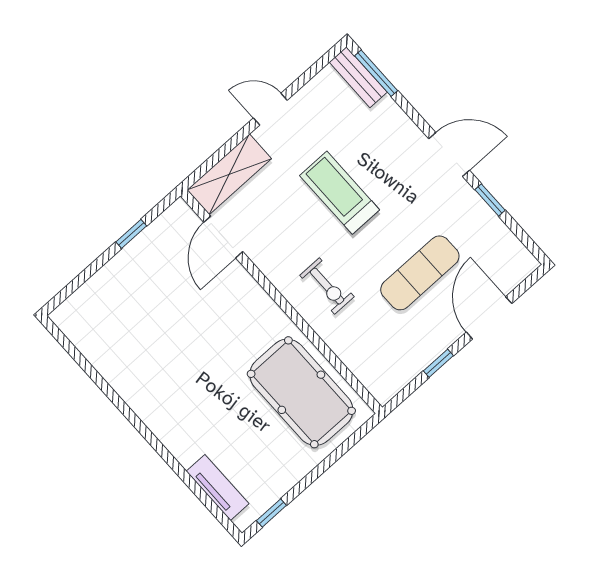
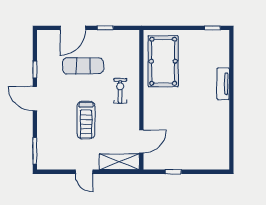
bench: (358, 77) -> (43, 155), removed
tv unit: (218, 487) -> (223, 84), moved

